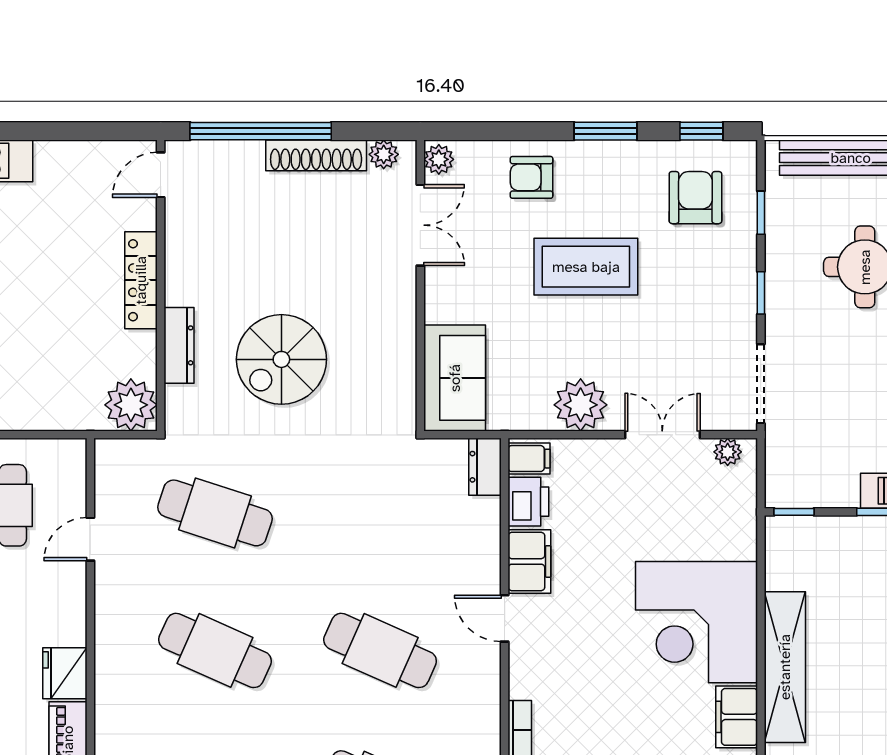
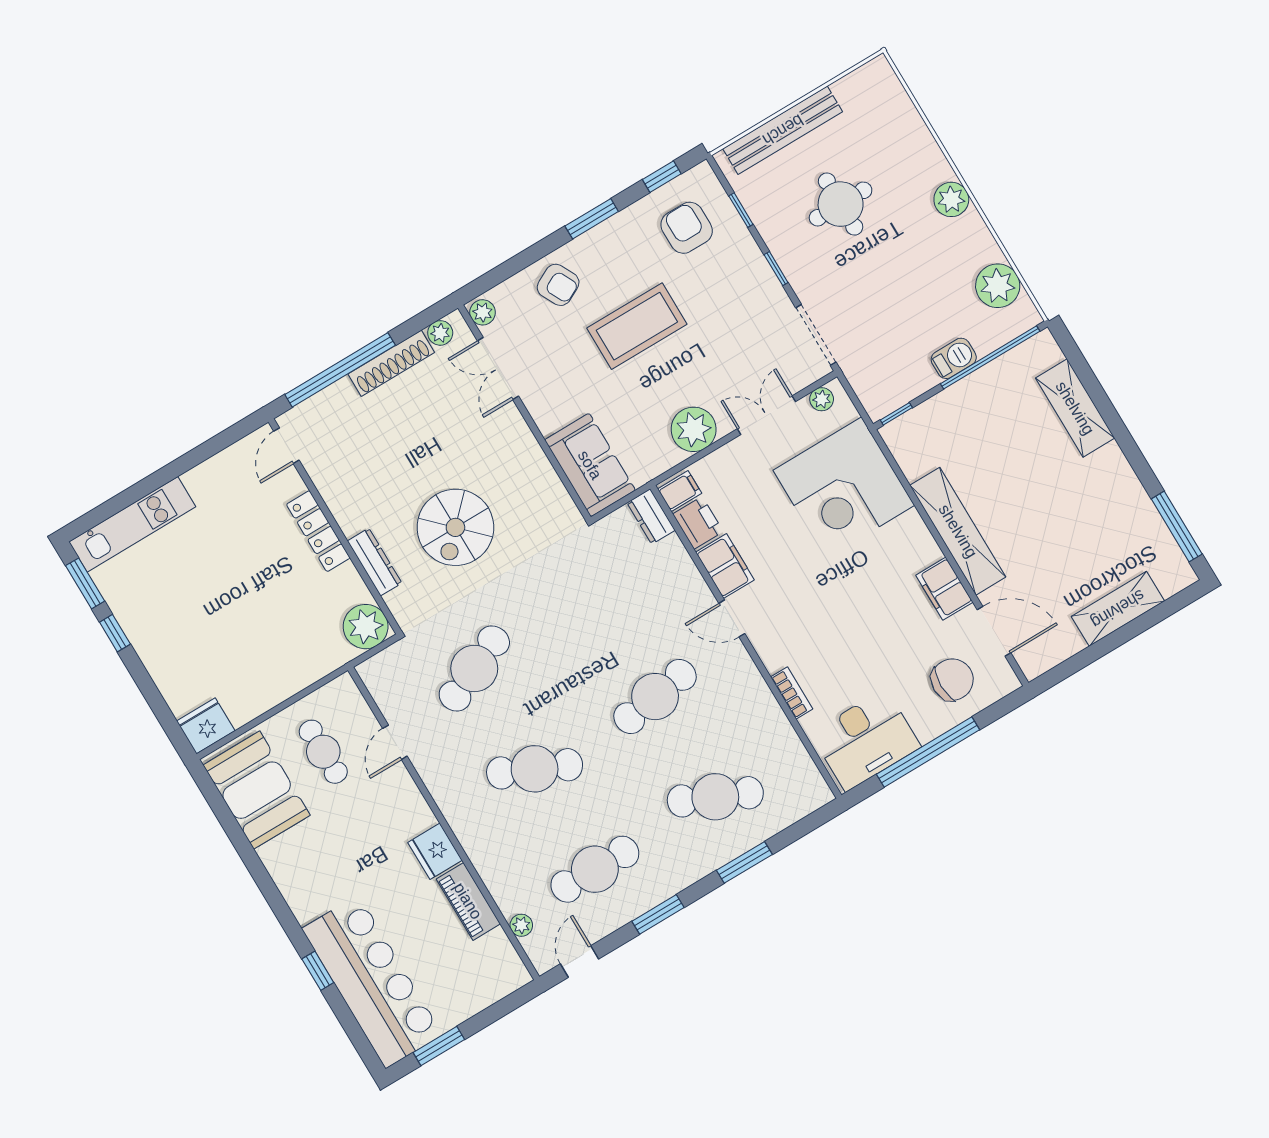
armchair: (532, 177) -> (558, 285), turned -117
double door: (420, 225) -> (498, 369), swing flipped
cafe table: (215, 513) -> (474, 669), turned -42
corner desk: (696, 622) -> (844, 488), moved
cafe table: (380, 650) -> (655, 697), turned -33

